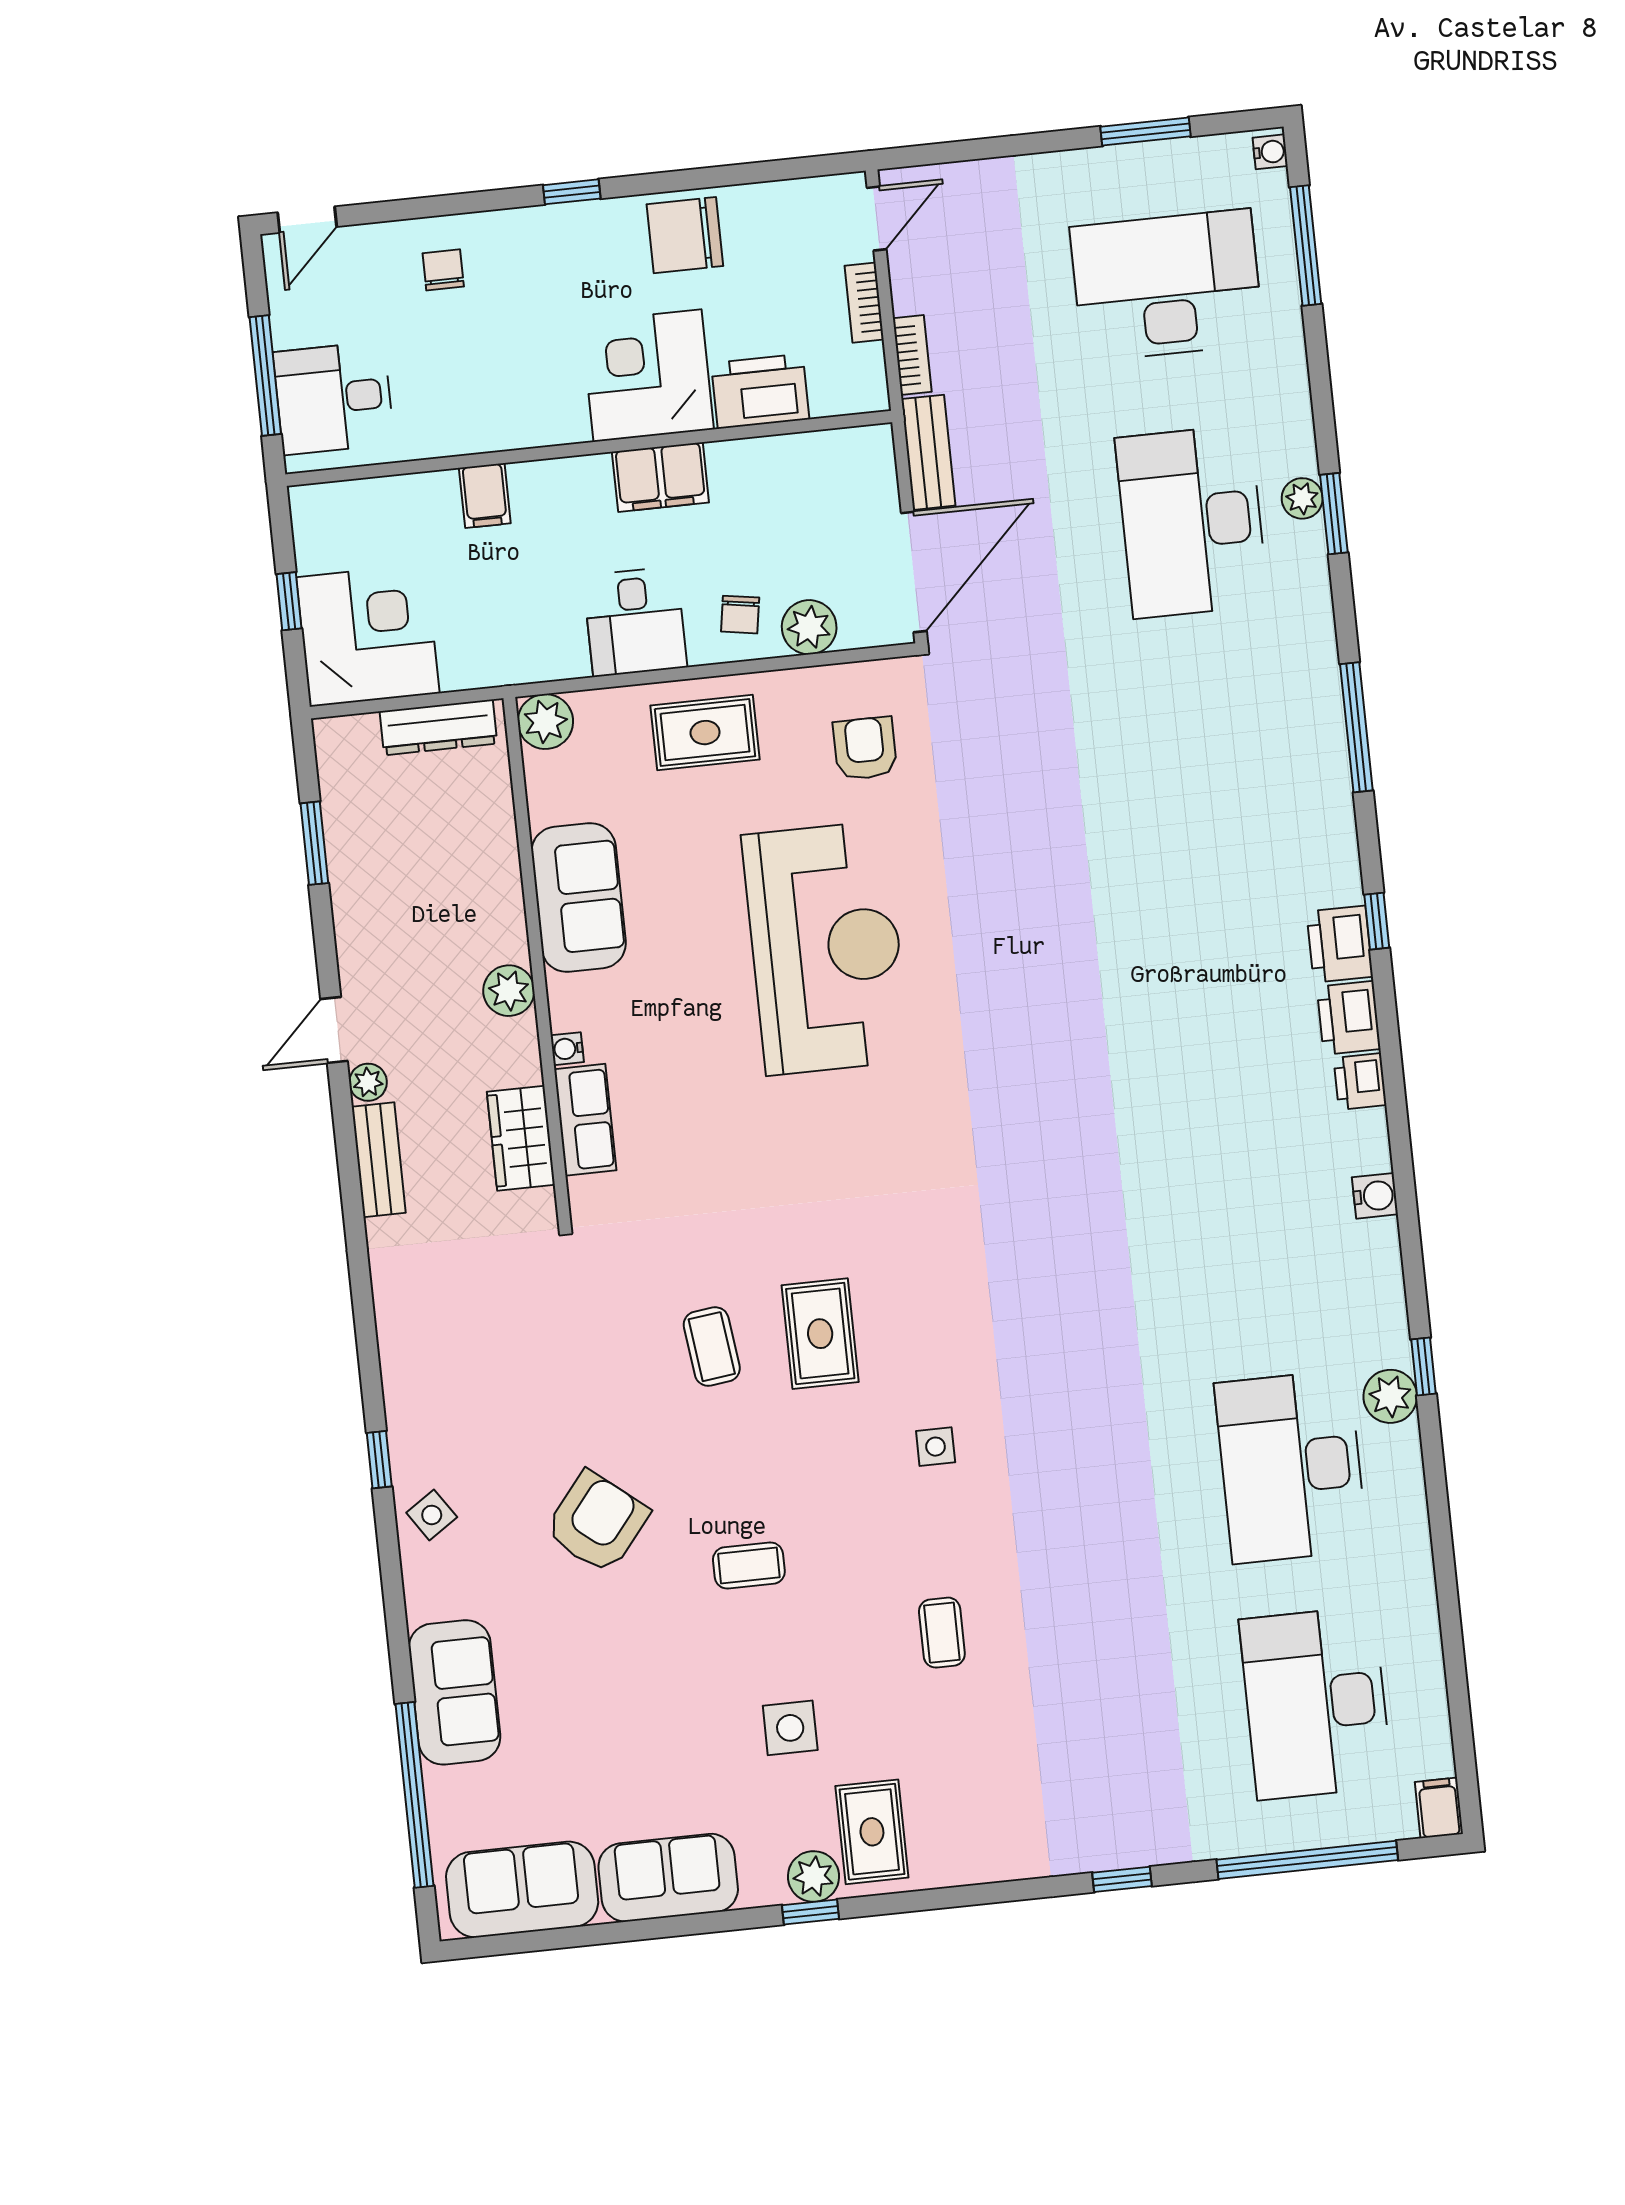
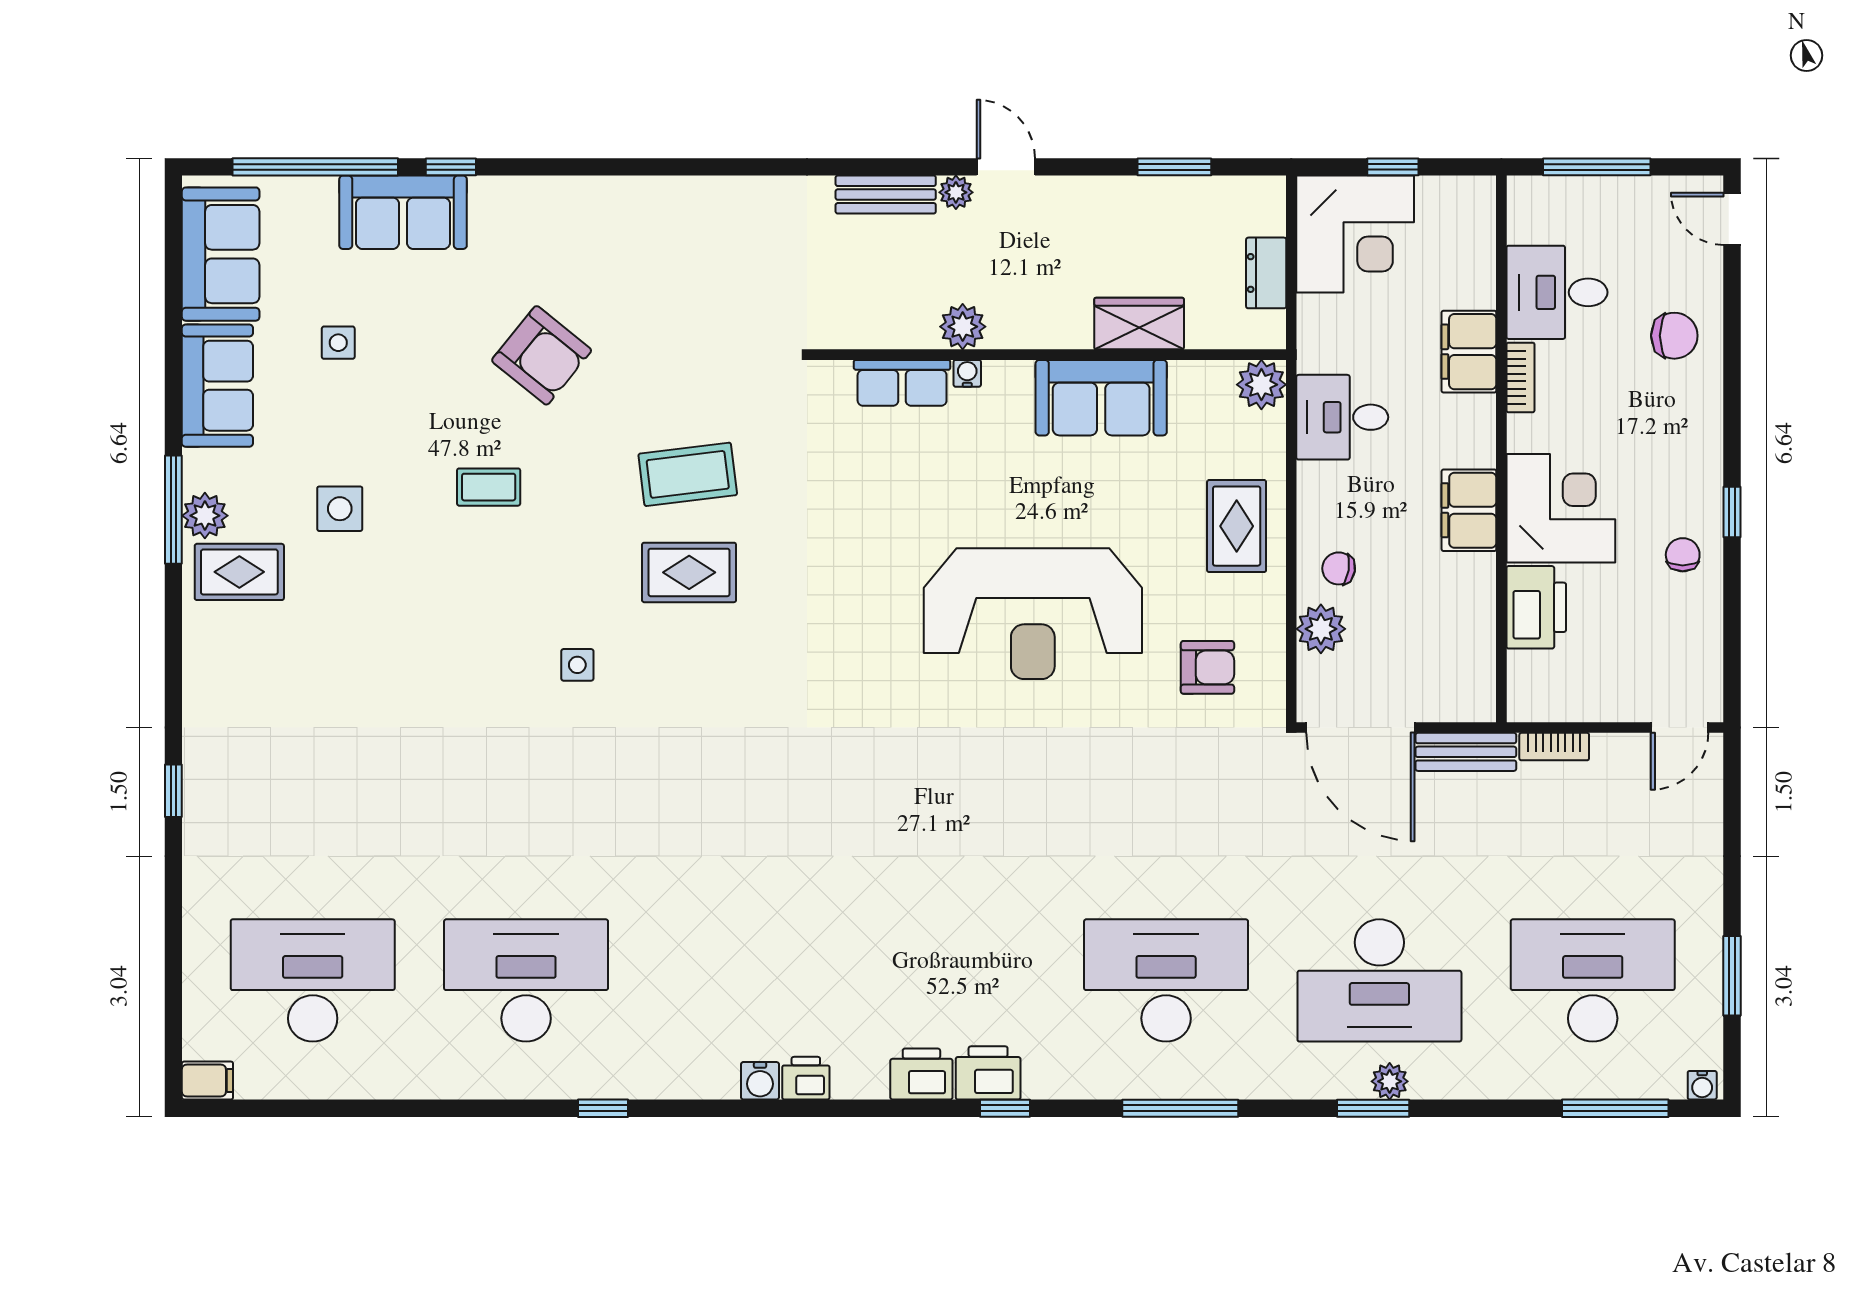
window: (572, 192) -> (1732, 512), moved
door: (877, 218) -> (1680, 728), hinge flipped
chair: (685, 235) -> (1683, 555), width x0.54, depth x0.54
chair: (443, 270) -> (1674, 336), width x1.37, depth x1.37
desk: (1167, 285) -> (1593, 980), turned -90
bookcase: (864, 303) -> (1520, 377), moved, turned 90
desk: (334, 398) -> (1557, 292), moved, turned -90
filing cabinet: (485, 496) -> (1469, 352), width x2.00
desk: (1192, 522) -> (1379, 980), turned 180
desk: (635, 622) -> (1342, 417), moved
dresser: (438, 727) -> (1266, 273), width x0.70
desk: (1217, 758) -> (1166, 980), added
plant: (509, 991) -> (963, 327), moved
printer: (1360, 1082) -> (806, 1078), moved
wardrobe: (521, 1138) -> (1139, 324), moved
coffee table: (712, 1347) -> (688, 474), width x1.36, depth x1.30
plant: (1390, 1396) -> (580, 1076), removed
window: (379, 1460) -> (451, 167), moved
side table: (432, 1515) -> (338, 343), moved, turned 34
coffee table: (749, 1566) -> (489, 487), turned 90
coffee table: (942, 1633) -> (411, 653), removed
window: (1307, 1860) -> (173, 958), removed
window: (811, 1912) -> (173, 510), width x2.17

